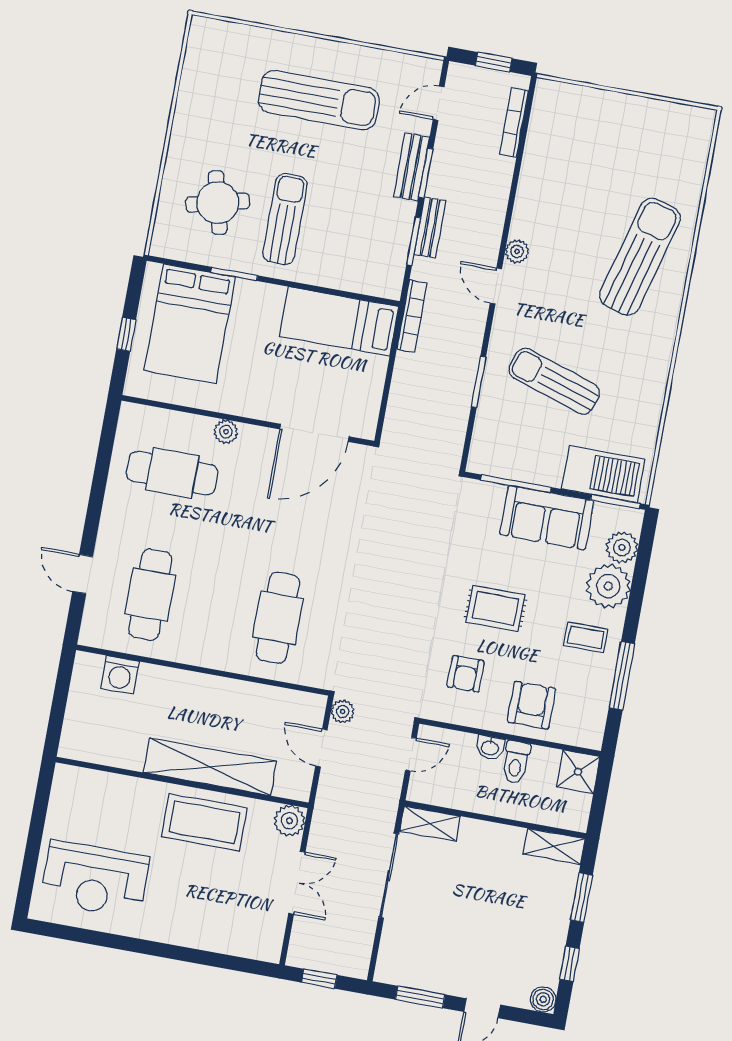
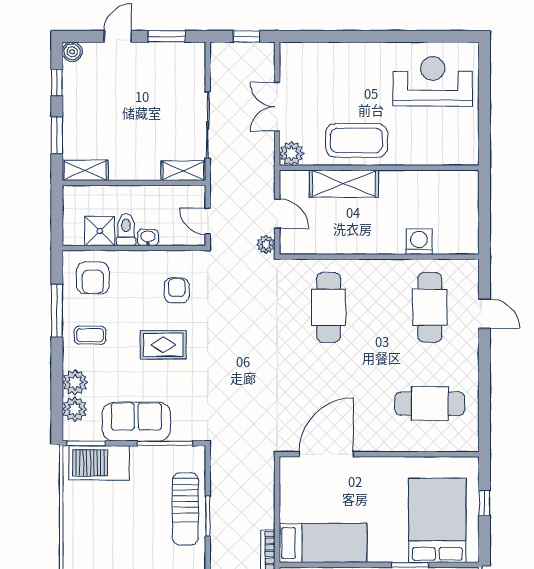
sun lounger: (554, 381) -> (185, 509), moved, turned 72
plant: (226, 432) -> (394, 443), removed
plant: (608, 586) -> (75, 382), width x0.73, depth x0.73
washing machine: (120, 675) -> (419, 242), moved
armchair: (532, 705) -> (93, 278), moved
door: (411, 754) -> (208, 221), hinge flipped
shelving: (210, 767) -> (344, 184), width x0.68
shower: (578, 772) -> (100, 231), moved

